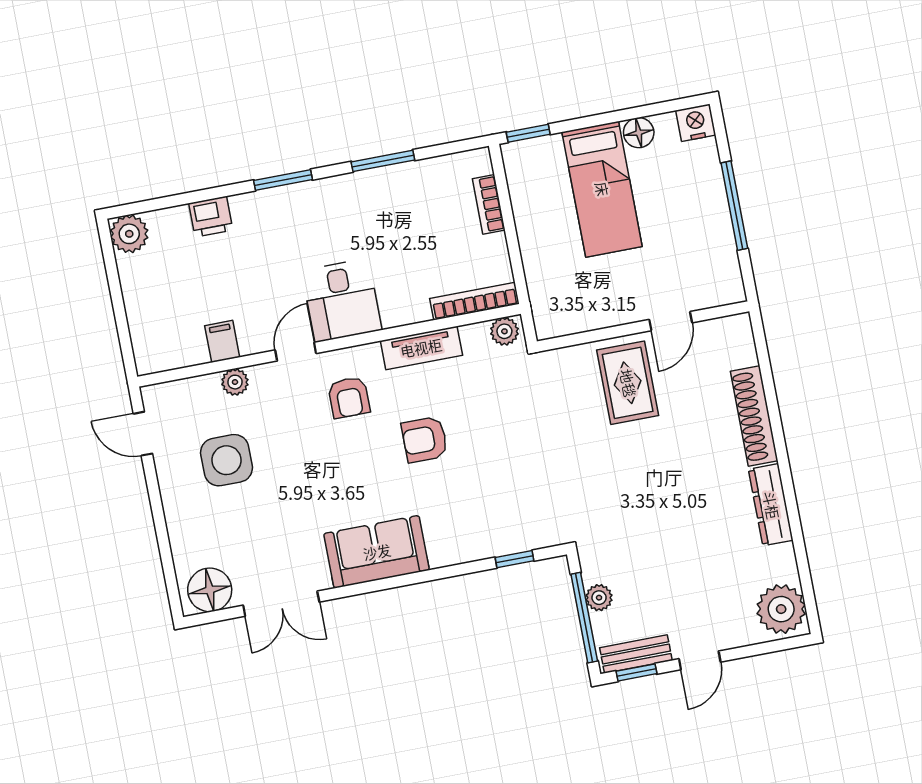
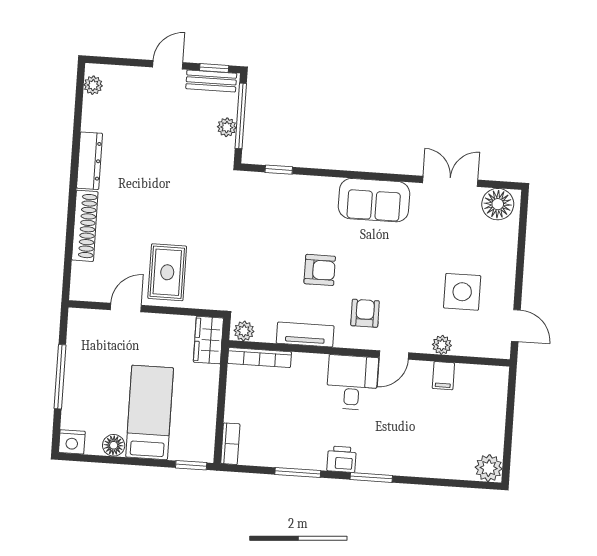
bookcase: (489, 204) -> (230, 444), moved
printer: (211, 217) -> (342, 459), moved
wardrobe: (549, 307) -> (208, 340), added
plant: (781, 609) -> (93, 85), width x0.53, depth x0.53

